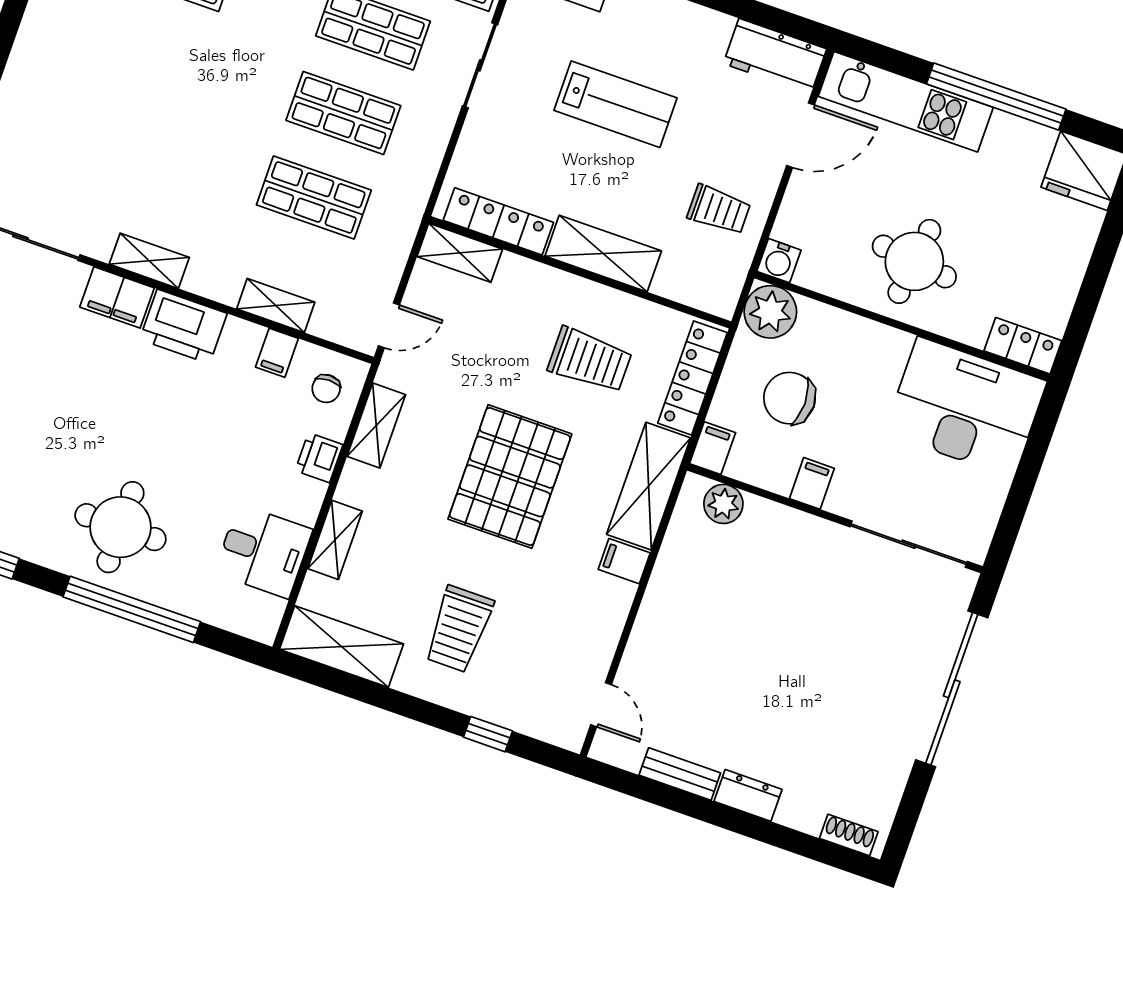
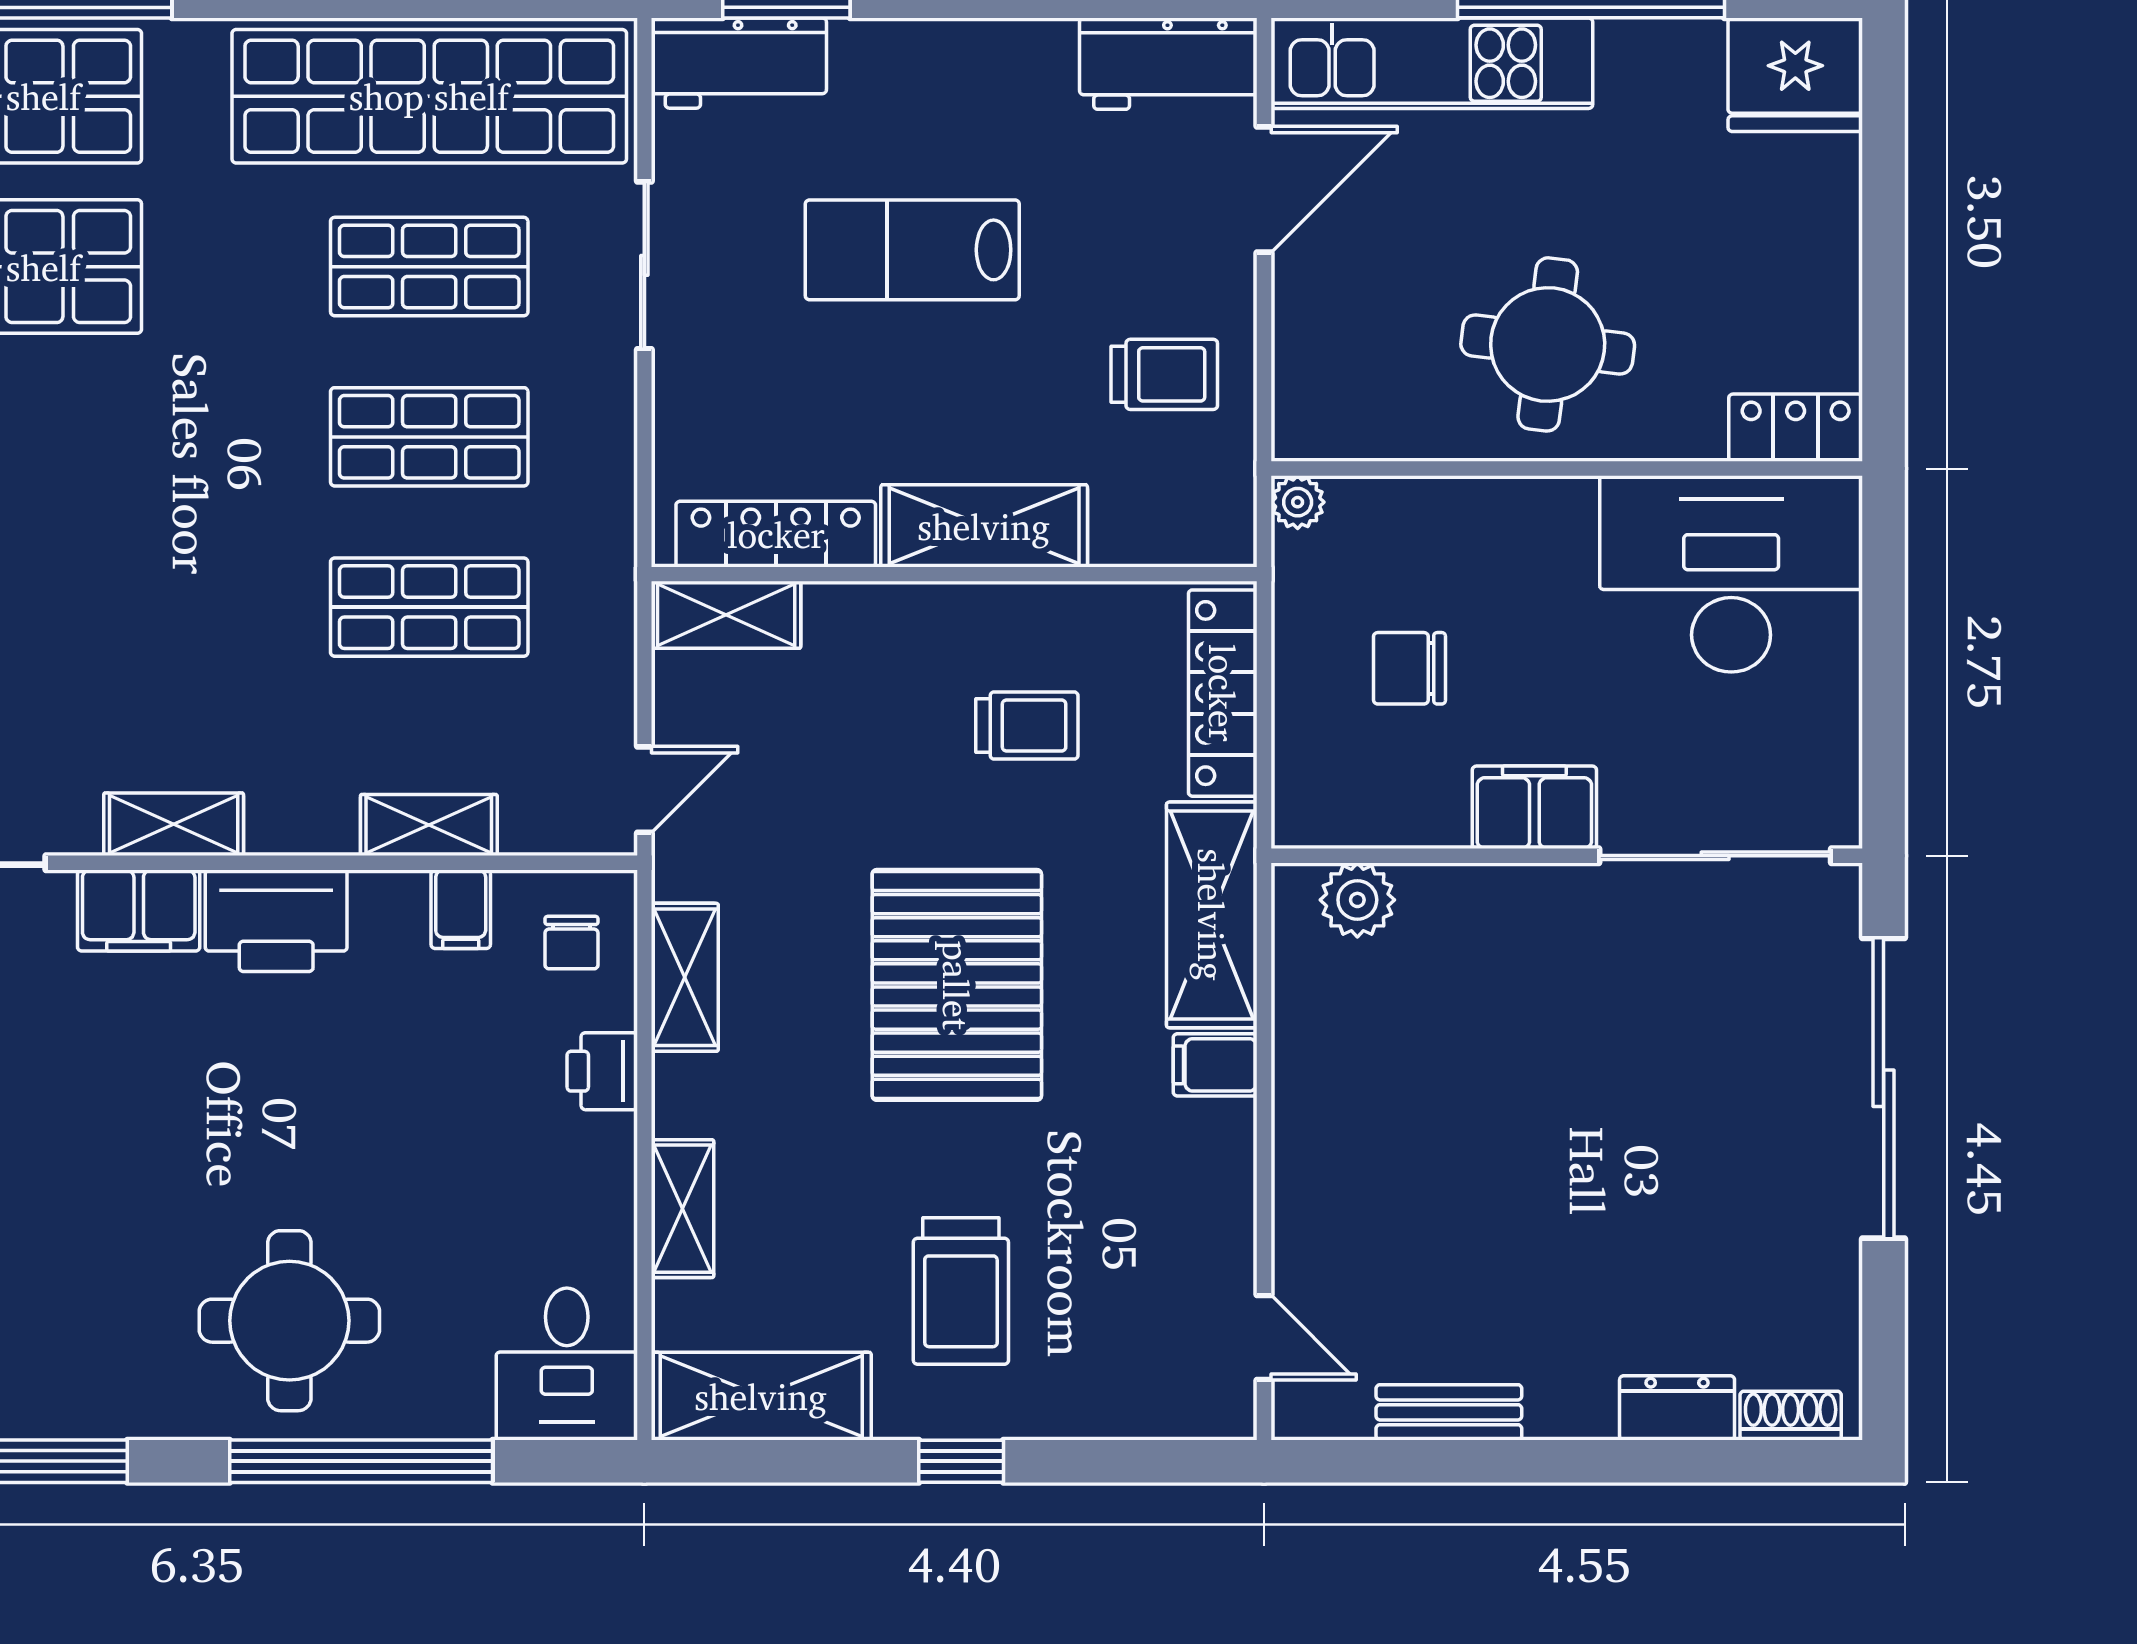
lab bench: (616, 104) -> (912, 250), turned 180
water cooler: (779, 261) -> (1304, 428), removed
plant: (770, 312) -> (1298, 502), width x0.53, depth x0.53
trolley: (590, 360) -> (1027, 726), width x0.73, depth x0.72
chair: (789, 398) -> (1409, 668), width x0.73, depth x0.73
filing cabinet: (713, 448) -> (1303, 806), removed
filing cabinet: (812, 483) -> (1534, 807), width x2.00
desk: (263, 551) -> (567, 1364), moved, turned 90
window: (488, 734) -> (961, 1461), moved
dresser: (748, 795) -> (1677, 1408), moved

